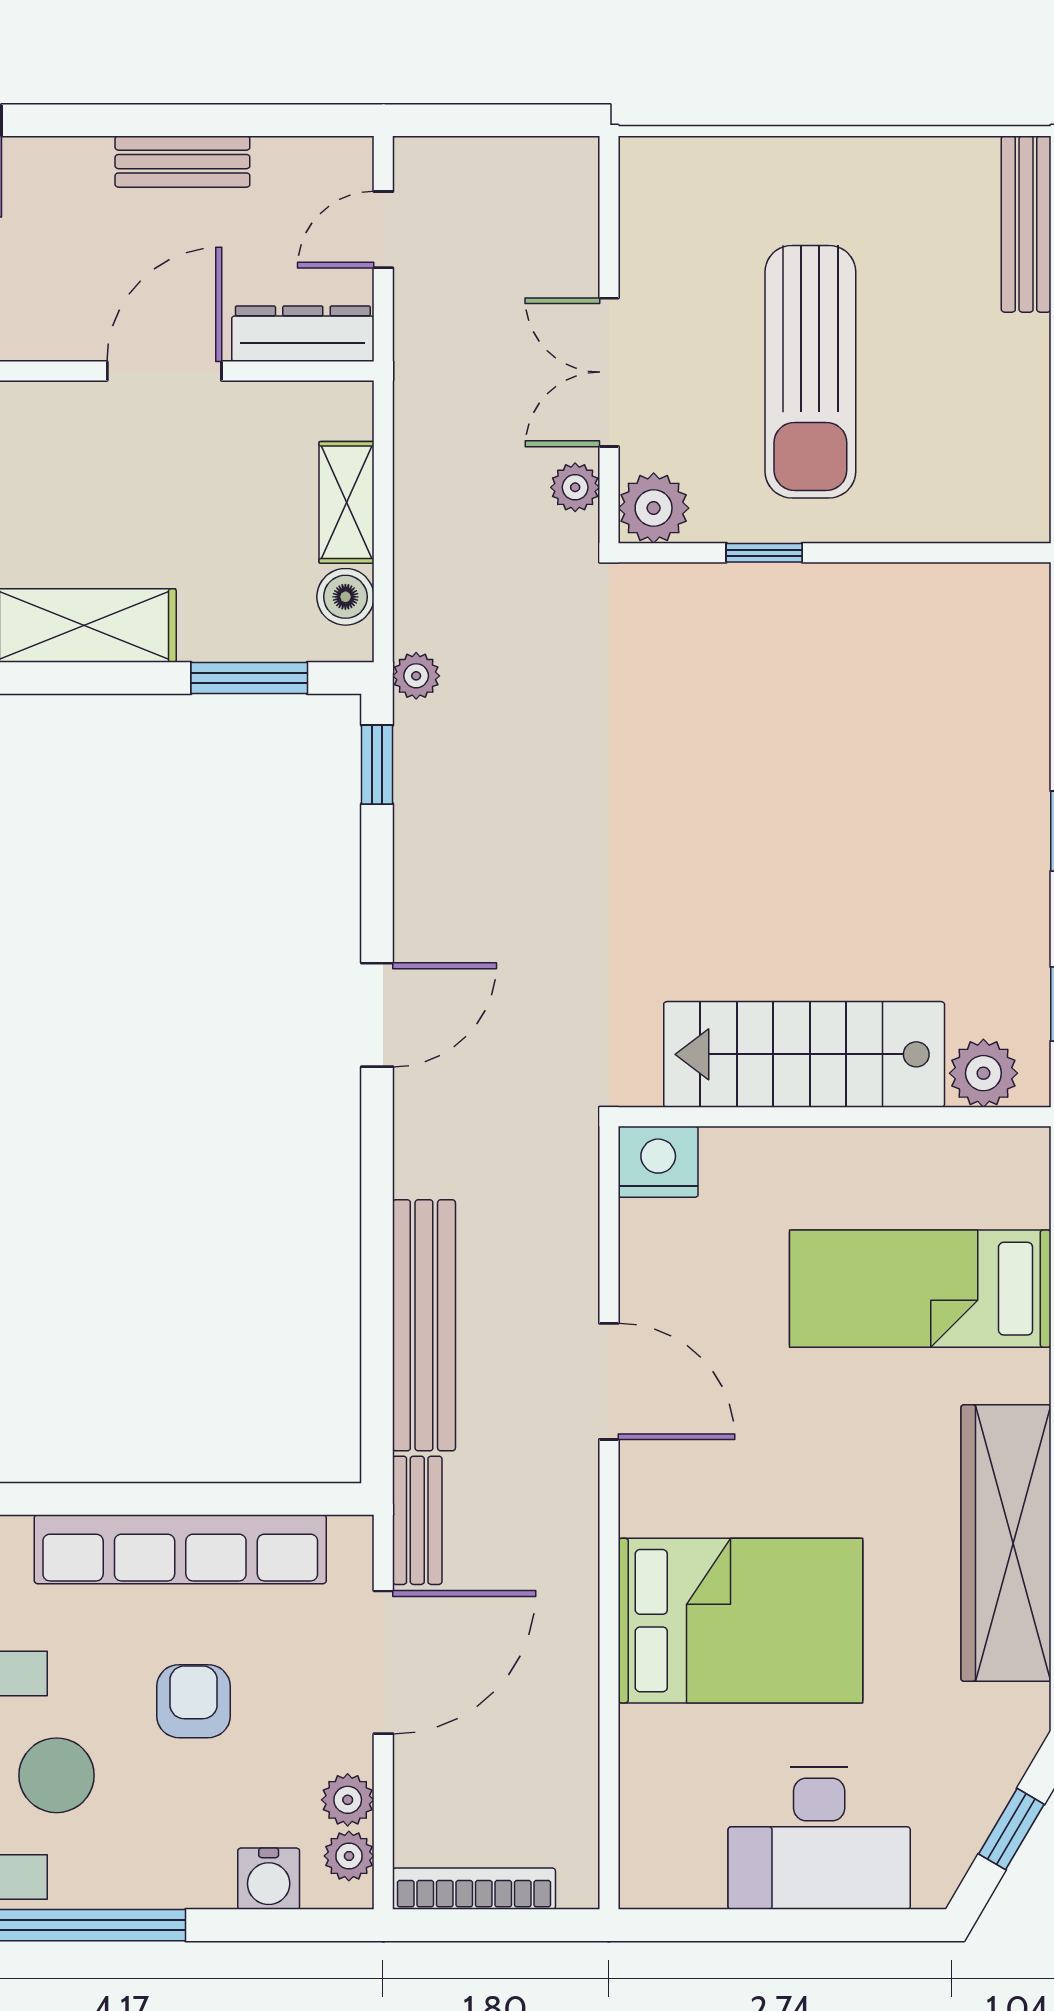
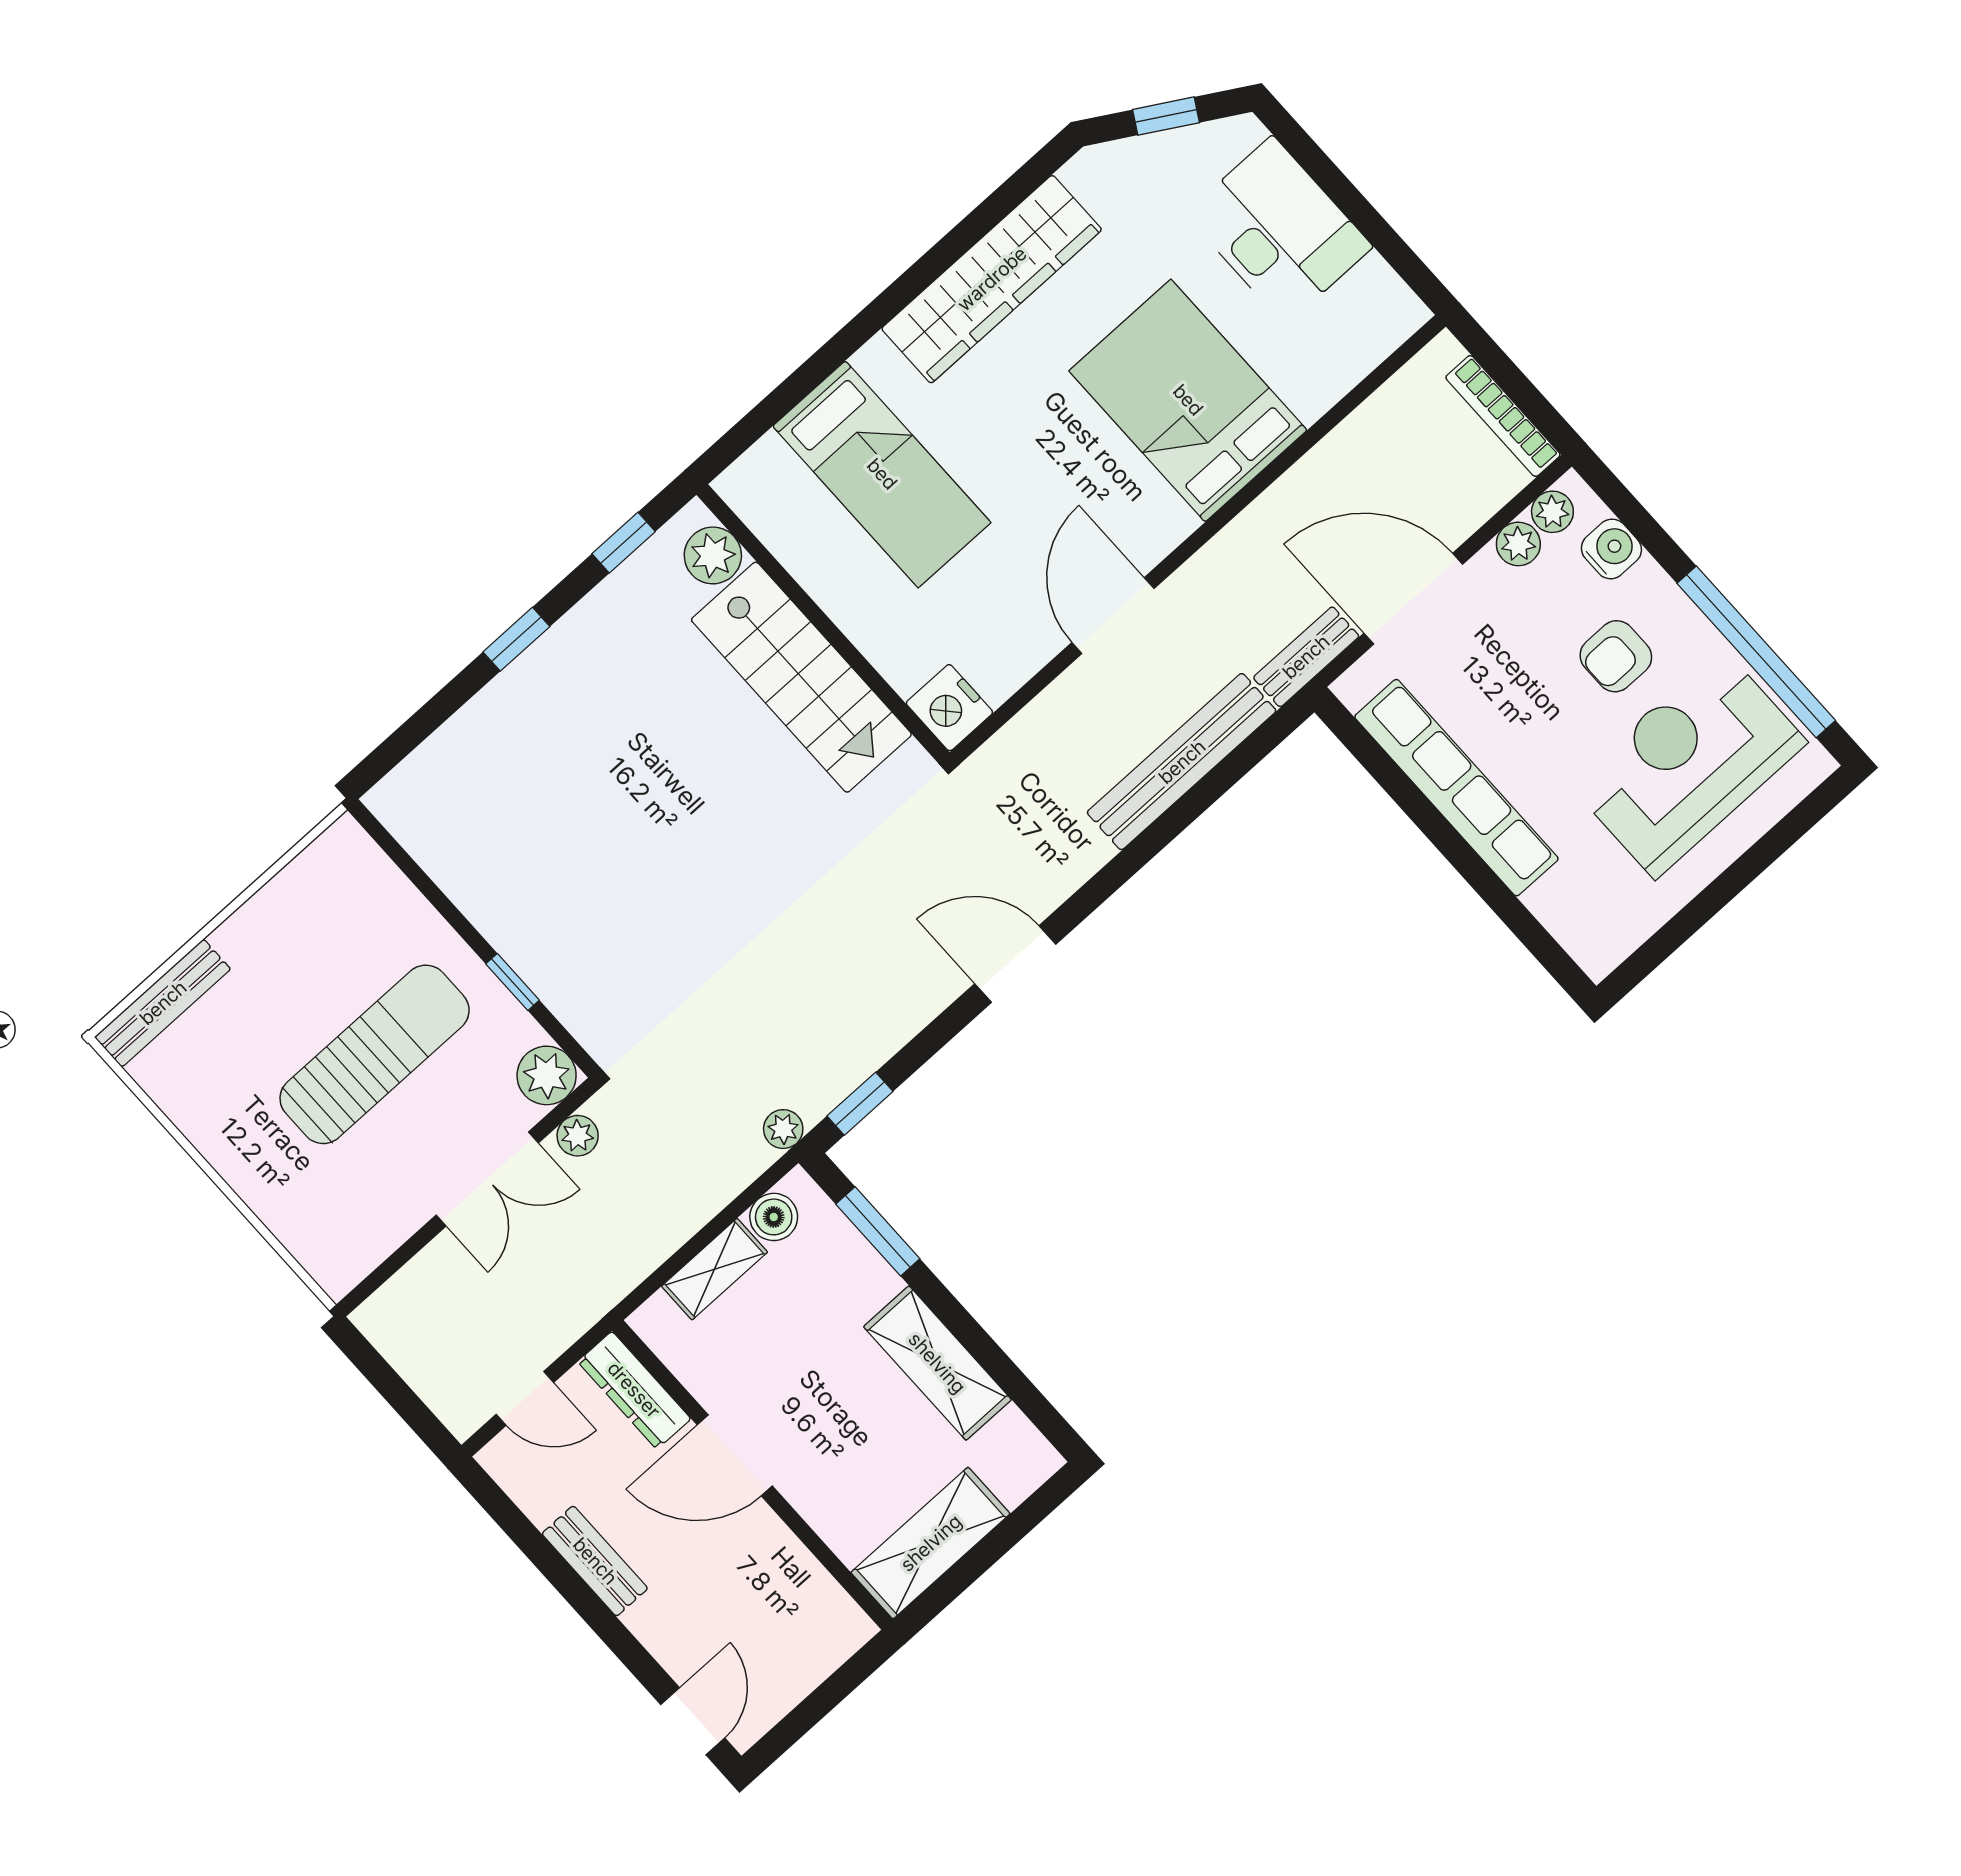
armchair: (194, 1701) -> (1616, 656), moved

